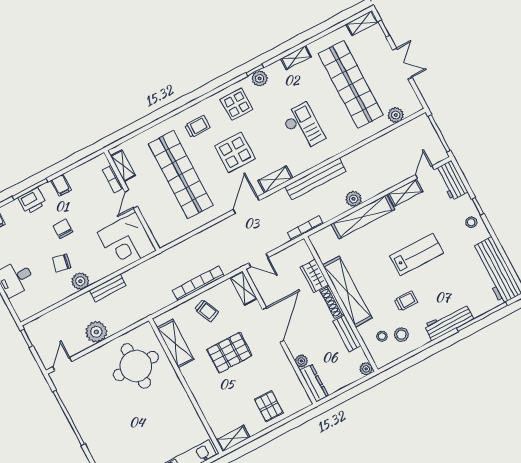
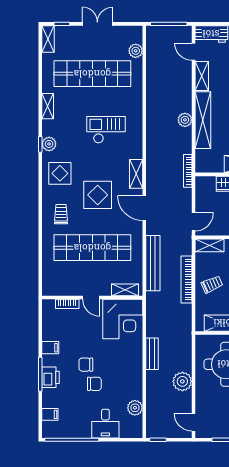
shelving: (123, 166) -> (125, 290), moved
bench: (316, 179) -> (153, 263), moved
chair: (62, 263) -> (94, 384), moved, turned -101
plant: (80, 281) -> (135, 408), moved

